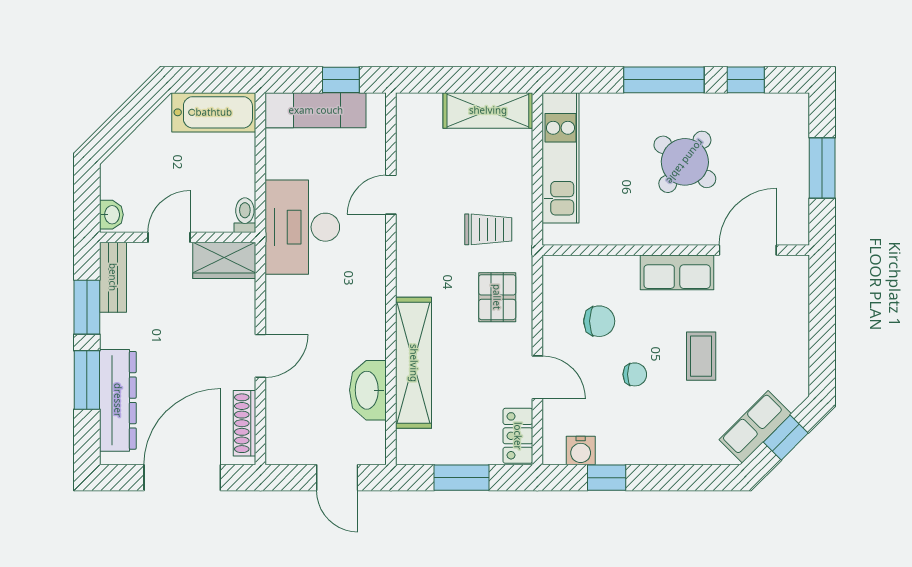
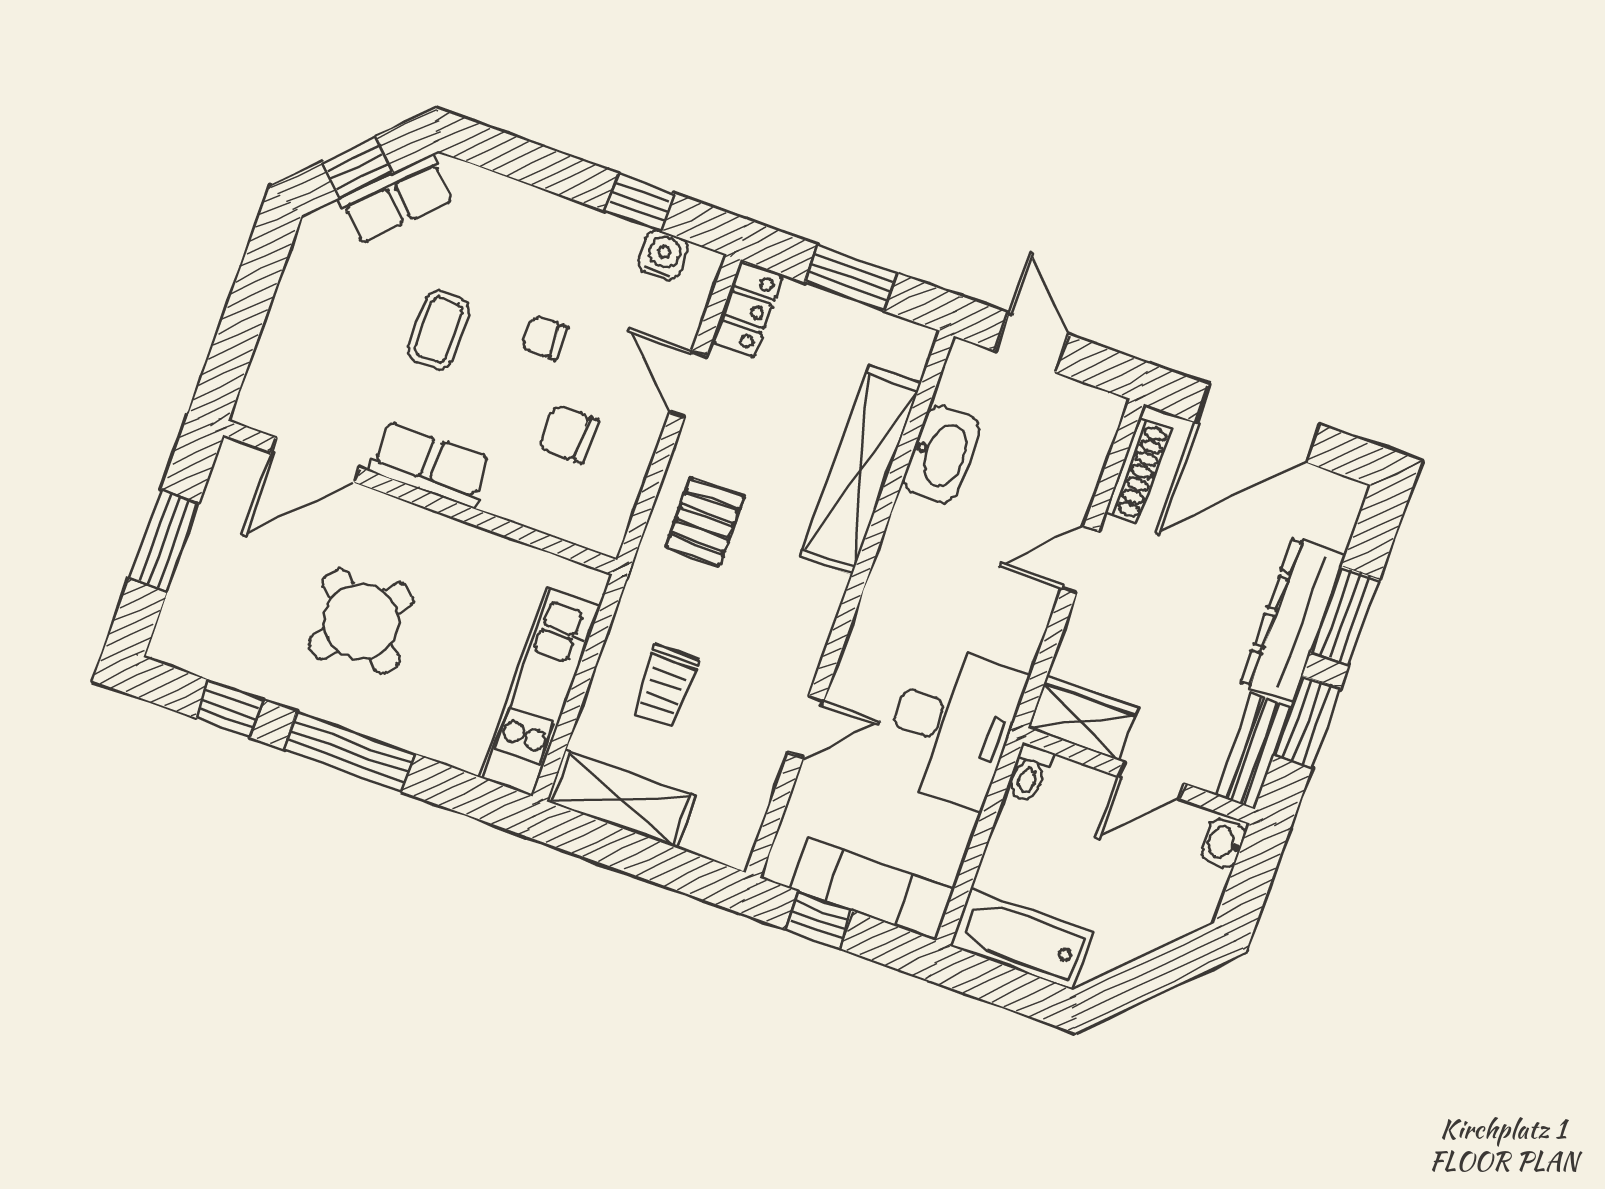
trolley: (488, 229) -> (665, 686), moved, turned -90
dresser: (118, 400) -> (1293, 620), moved

